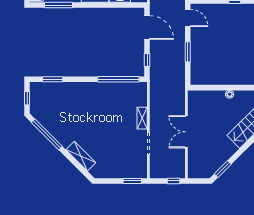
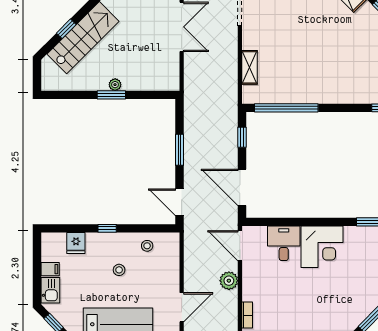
window: (232, 88) -> (111, 95), added
shelving: (142, 118) -> (249, 67), moved

